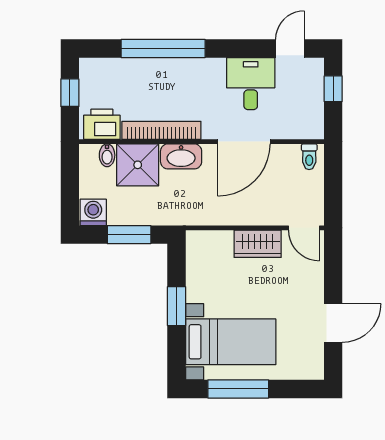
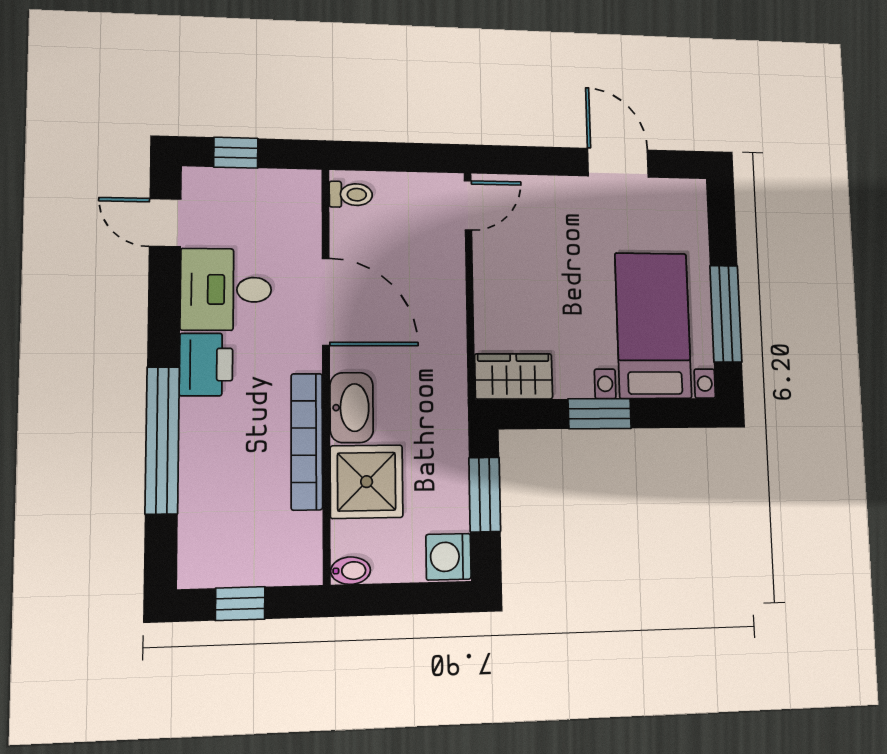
printer: (102, 124) -> (206, 365), moved, turned 180
bidet: (107, 155) -> (351, 571), moved
wardrobe: (258, 244) -> (514, 376), moved, turned -90

